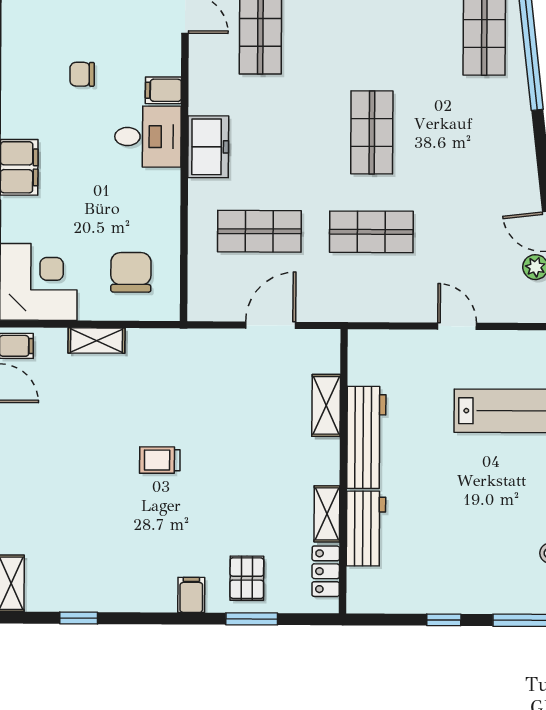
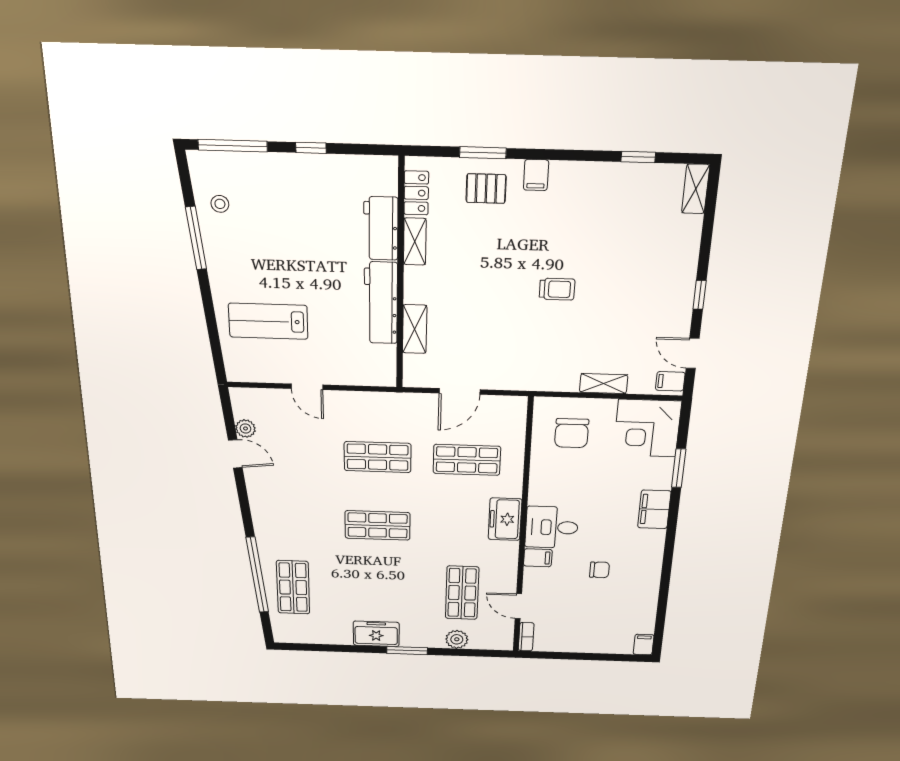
shop shelf: (372, 132) -> (378, 525), turned 90
pallet: (247, 578) -> (486, 189), turned 90

